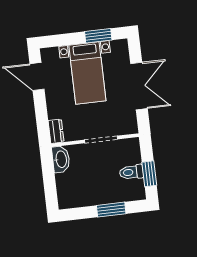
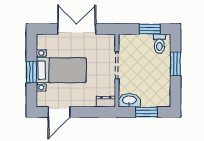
window: (98, 36) -> (31, 72), moved
toilet: (131, 172) -> (159, 44), moved
window: (49, 182) -> (147, 112), added

